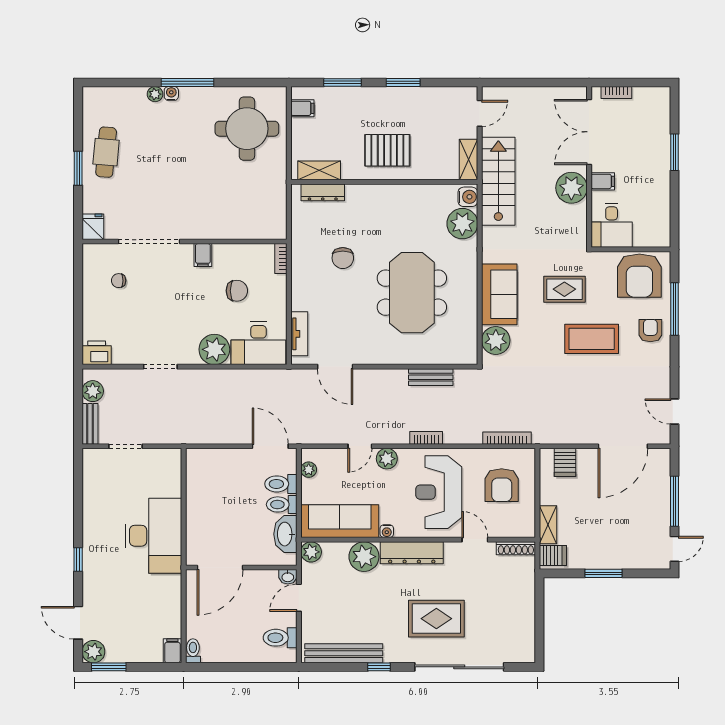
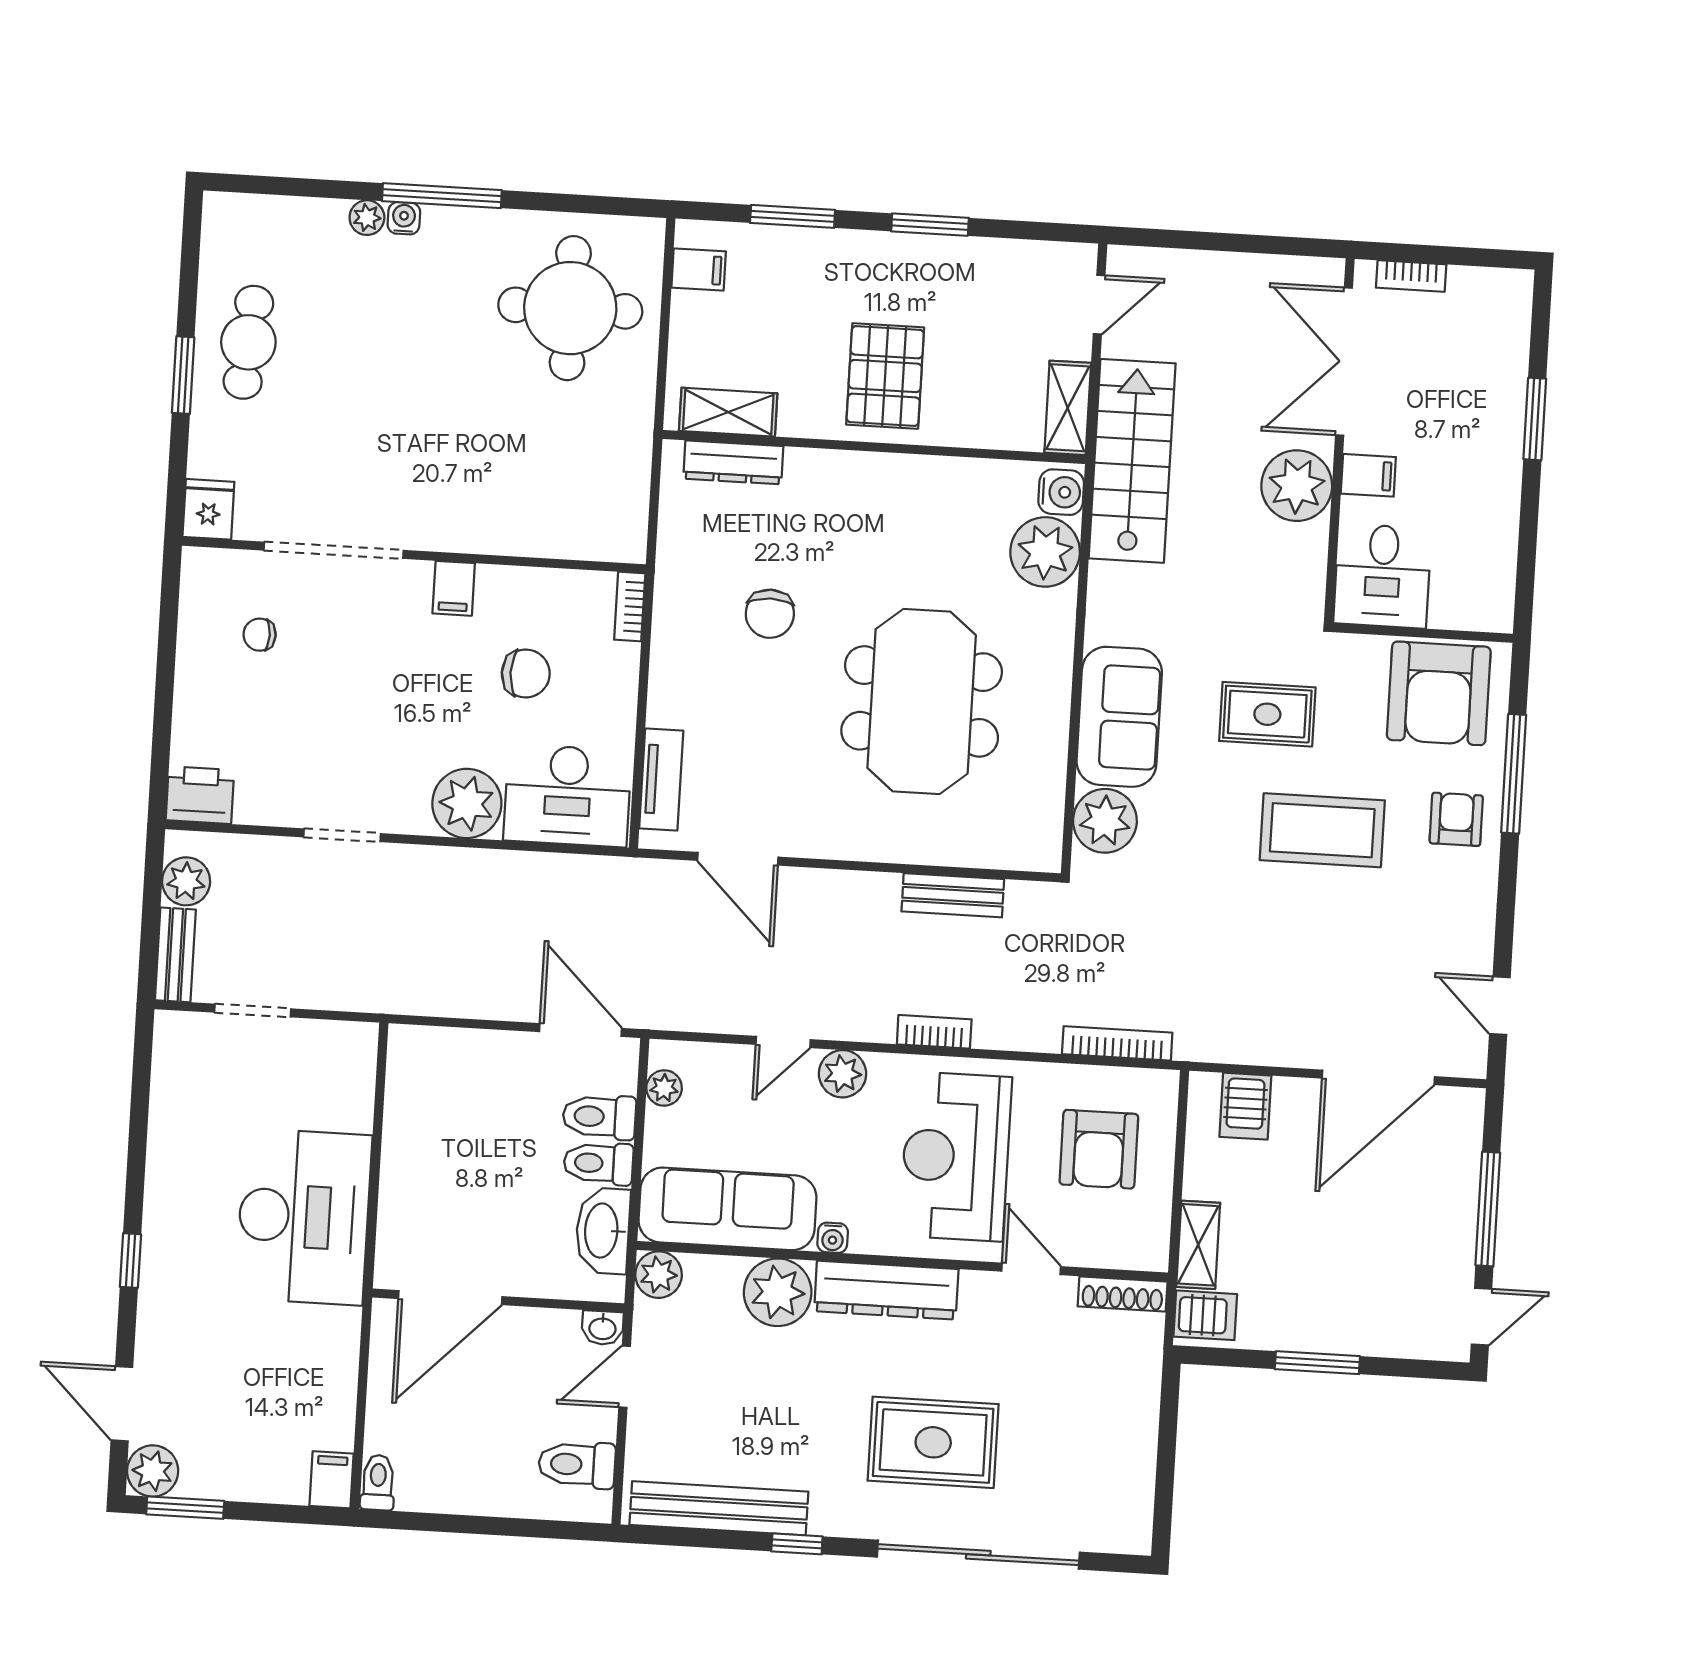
pallet: (387, 150) -> (885, 376), turned 90

